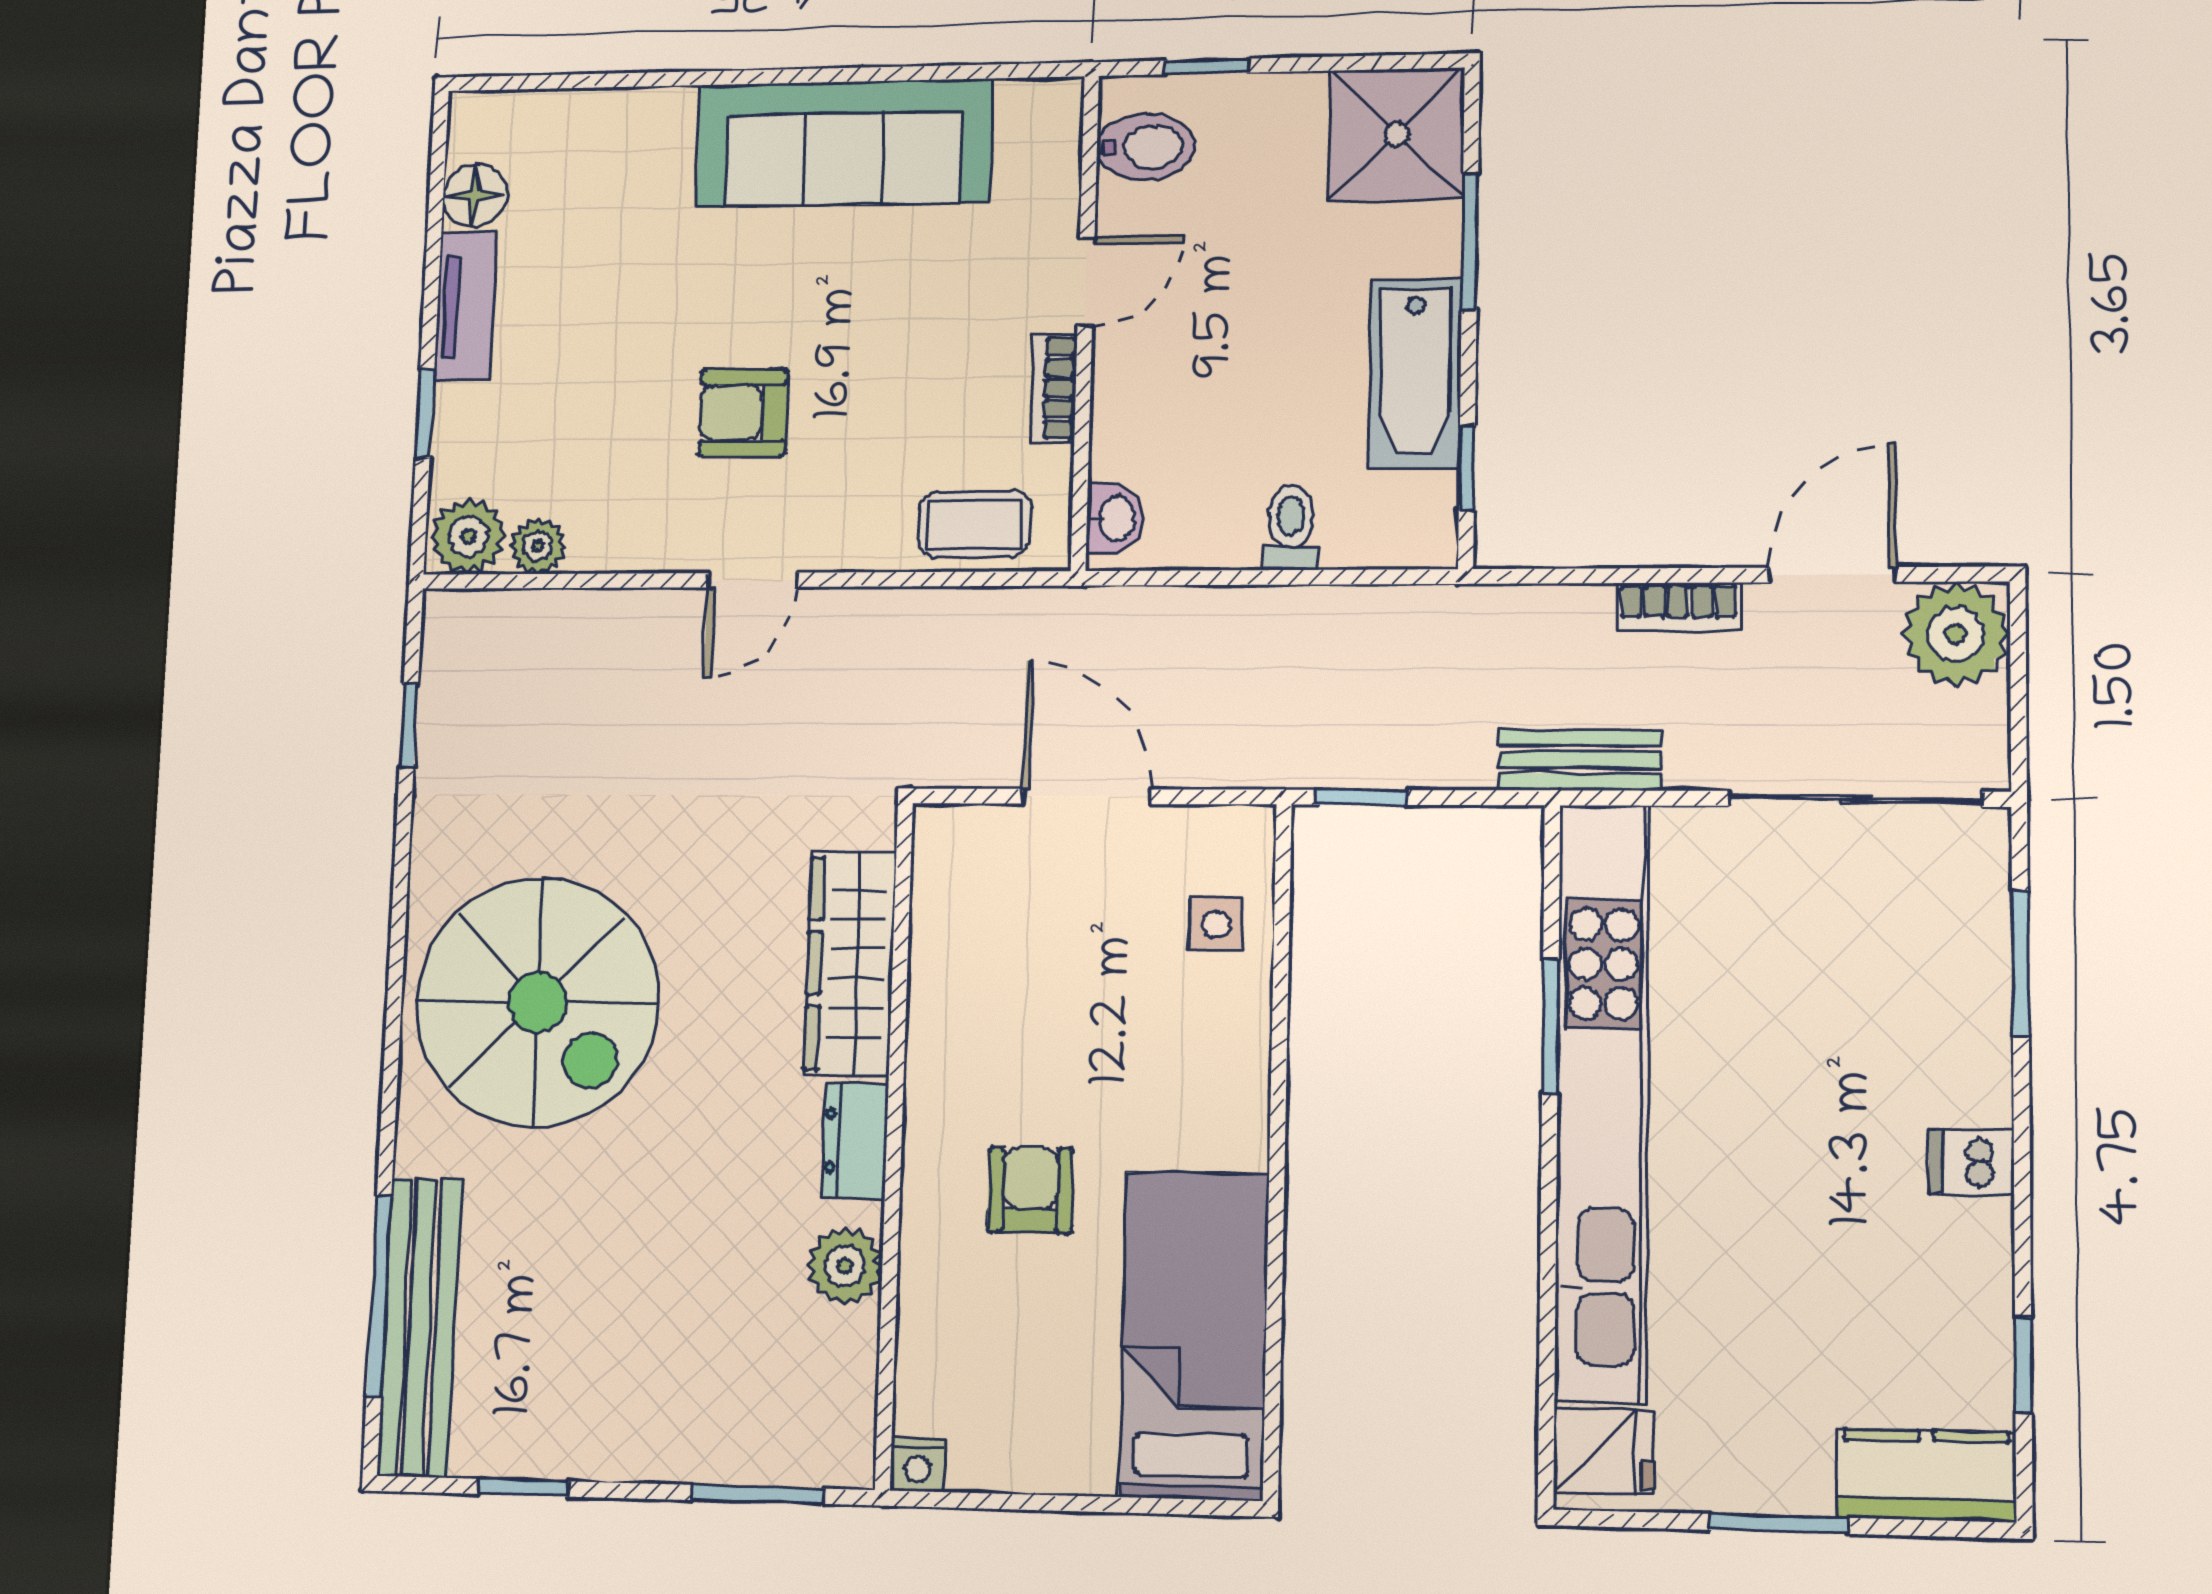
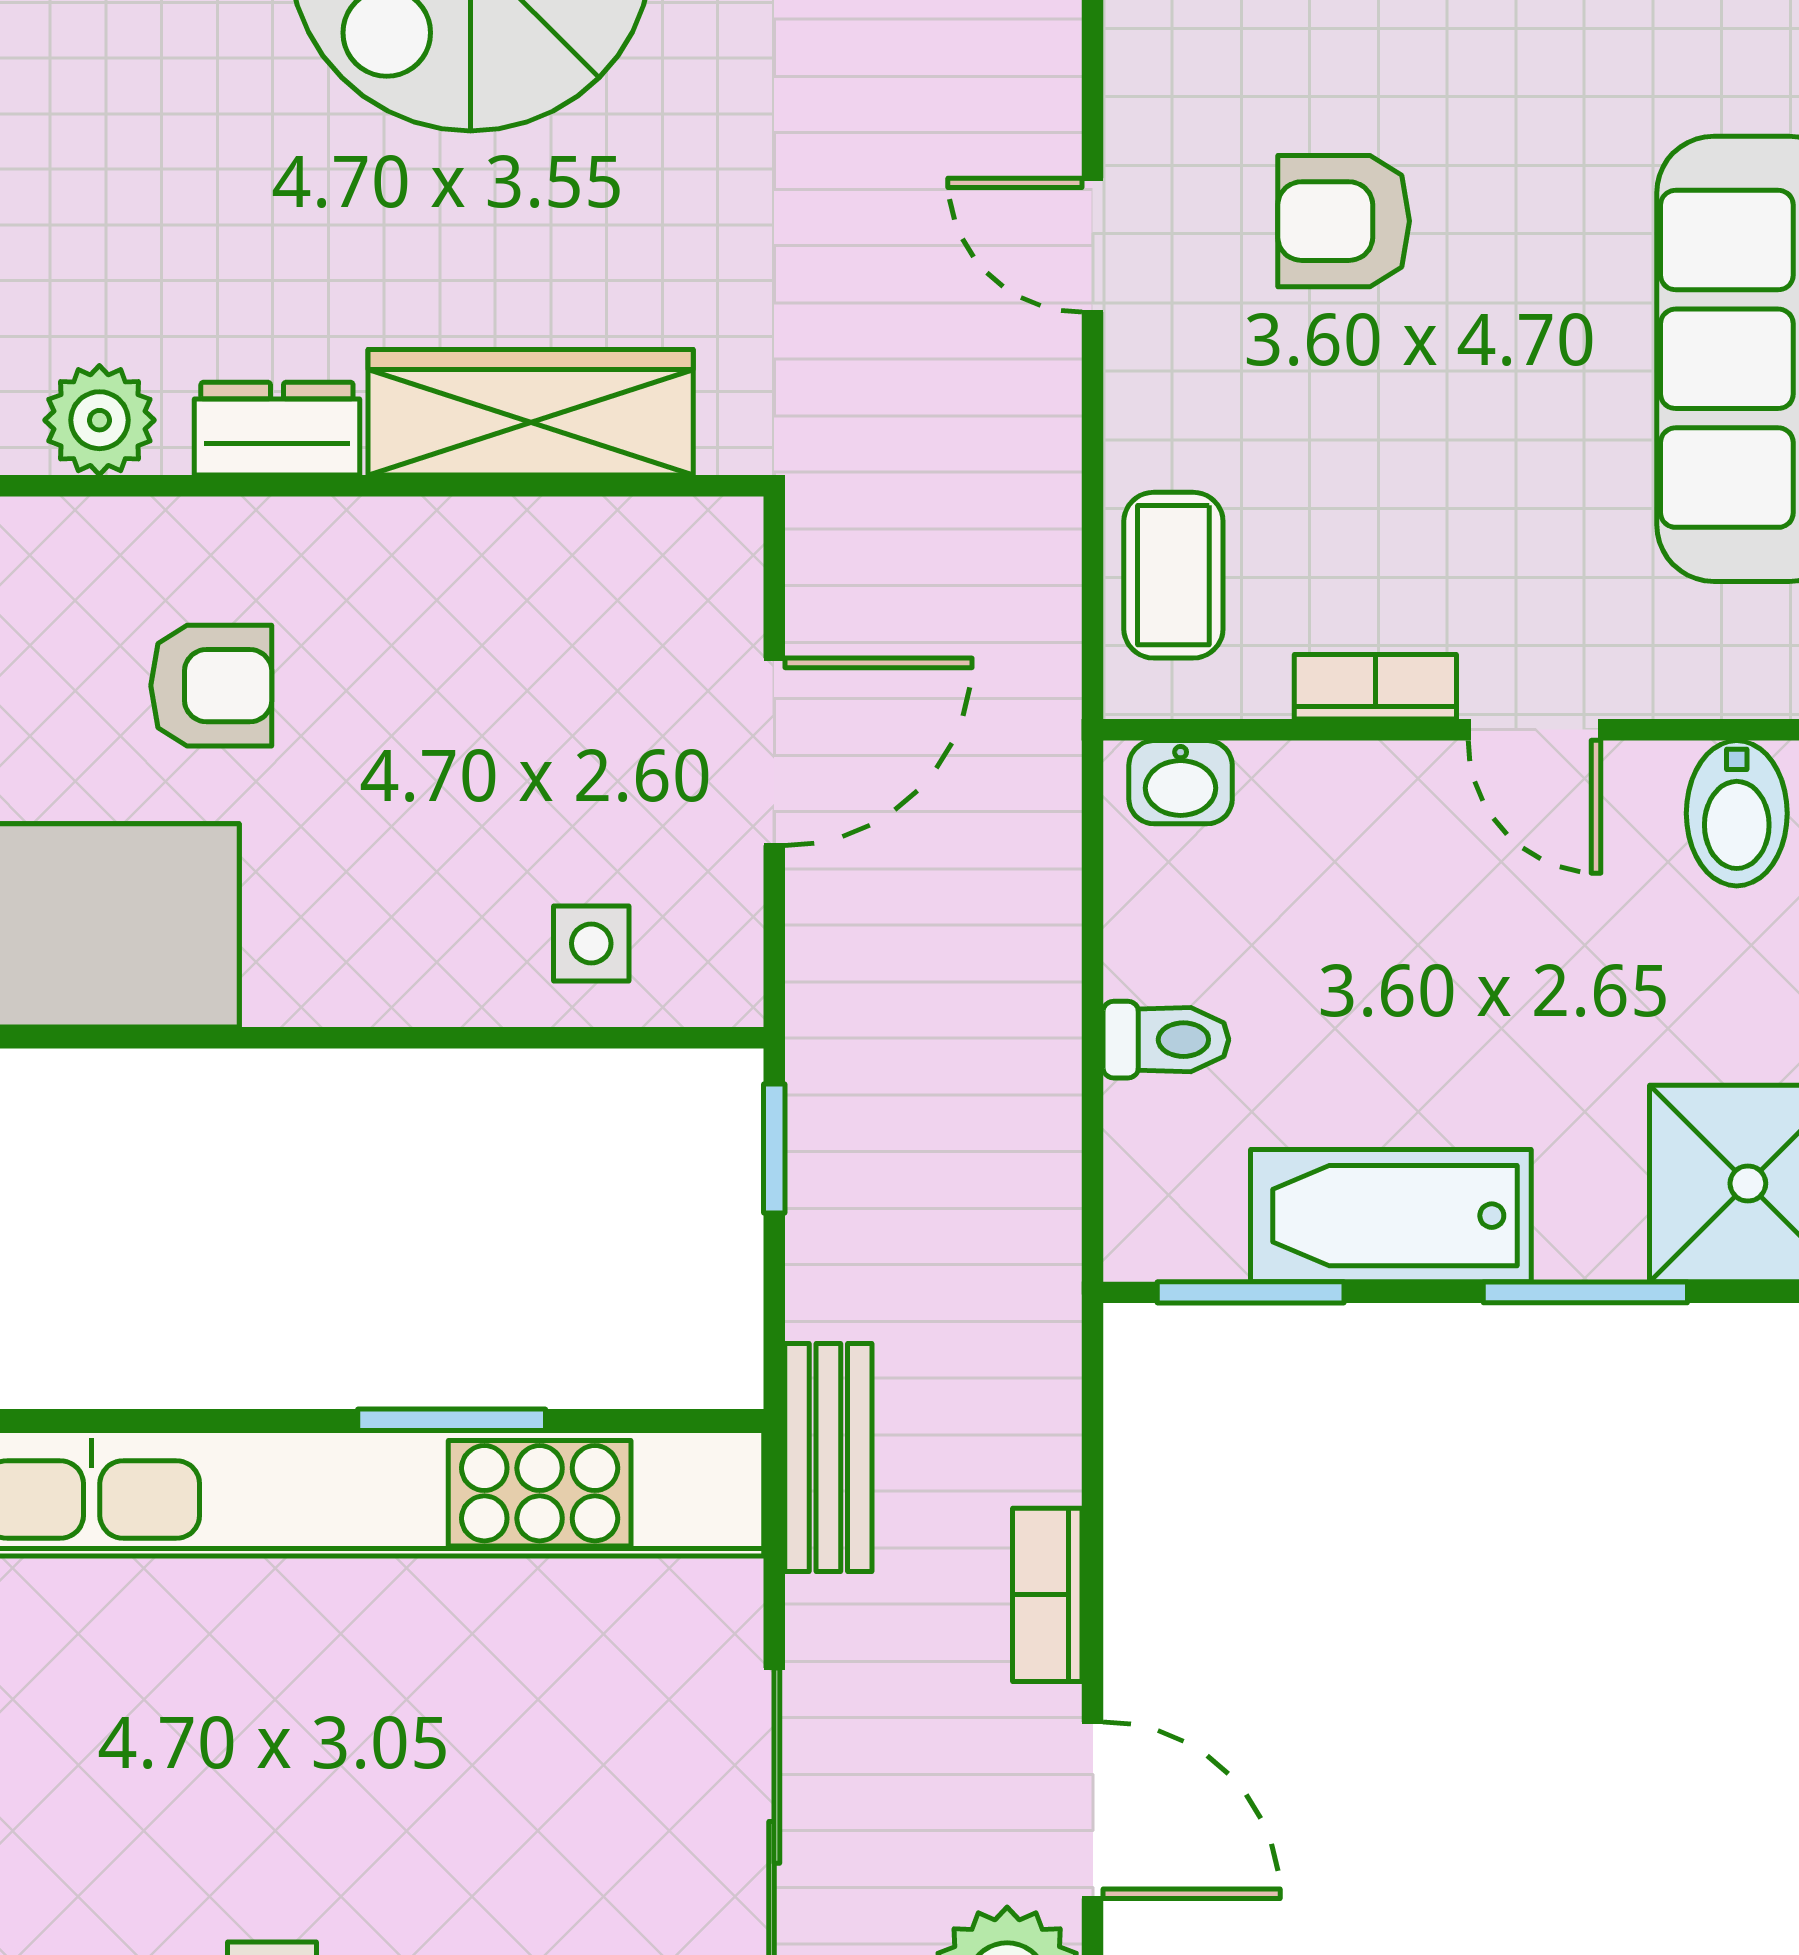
armchair: (743, 413) -> (1344, 221), turned -90
window: (1467, 468) -> (1251, 1292), width x1.50

